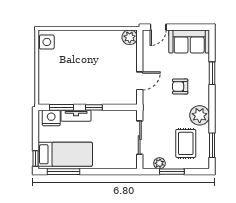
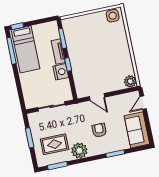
door: (158, 27) -> (143, 103), hinge flipped
nightstand: (51, 118) -> (61, 72), moved
plant: (159, 163) -> (34, 126), removed

